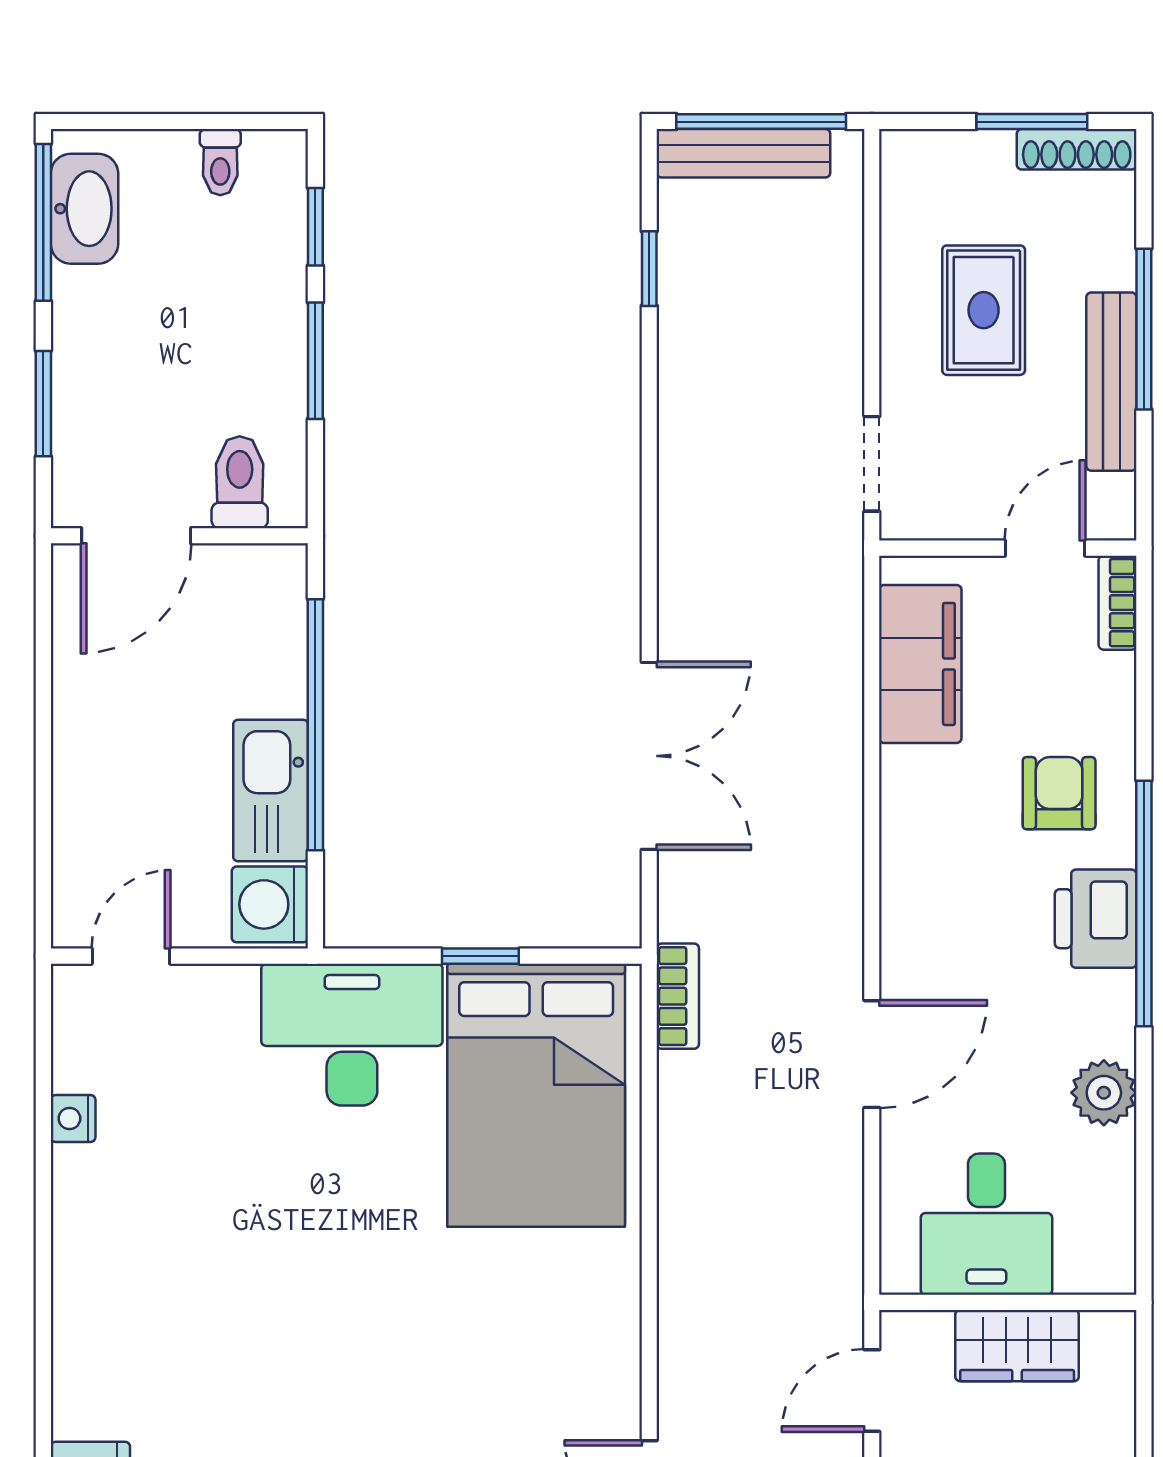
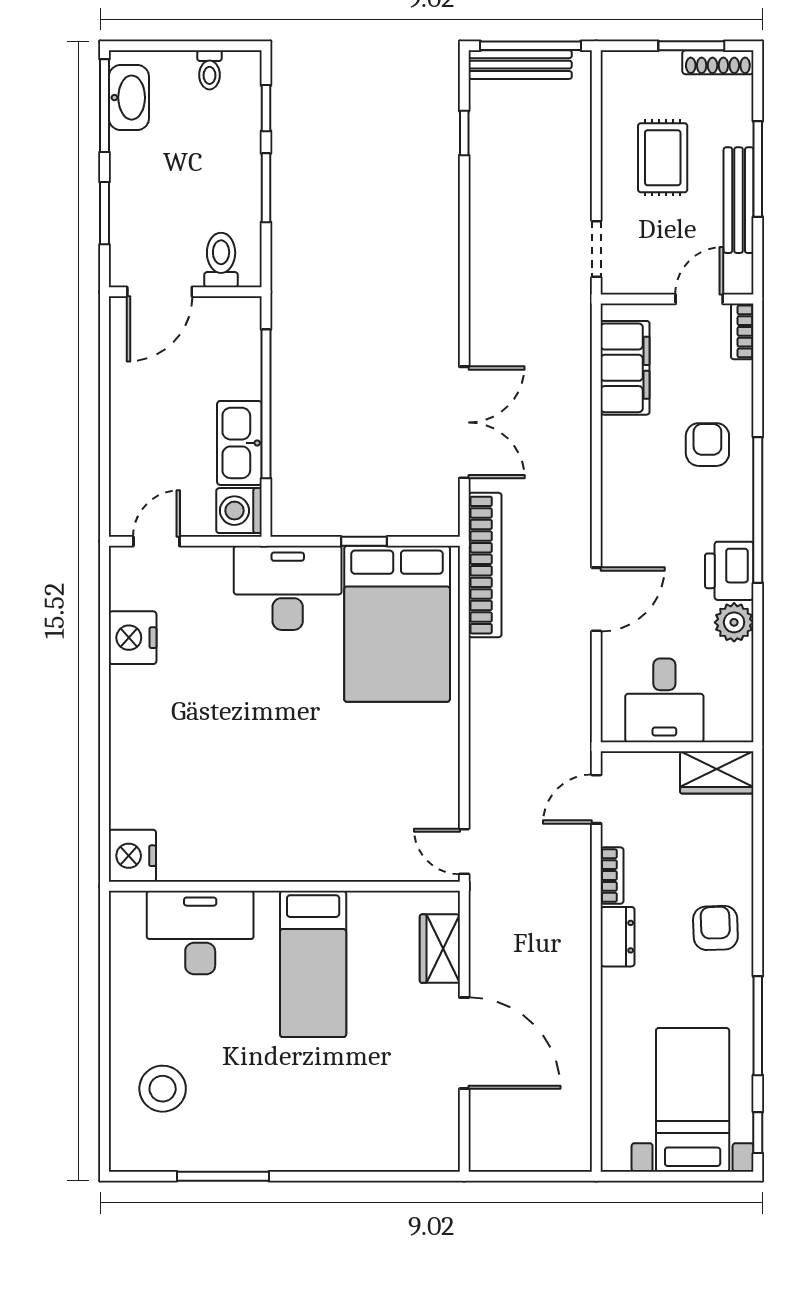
printer: (1096, 919) -> (729, 571), moved
bookcase: (678, 996) -> (485, 565), width x2.31, depth x1.31
nightstand: (73, 1119) -> (133, 638), width x1.89, depth x1.79
wardrobe: (1017, 1346) -> (717, 772), moved

